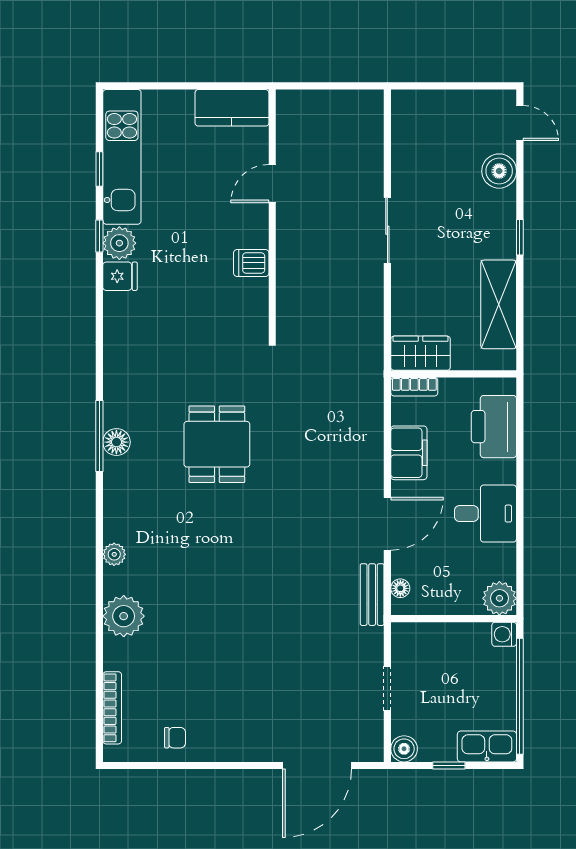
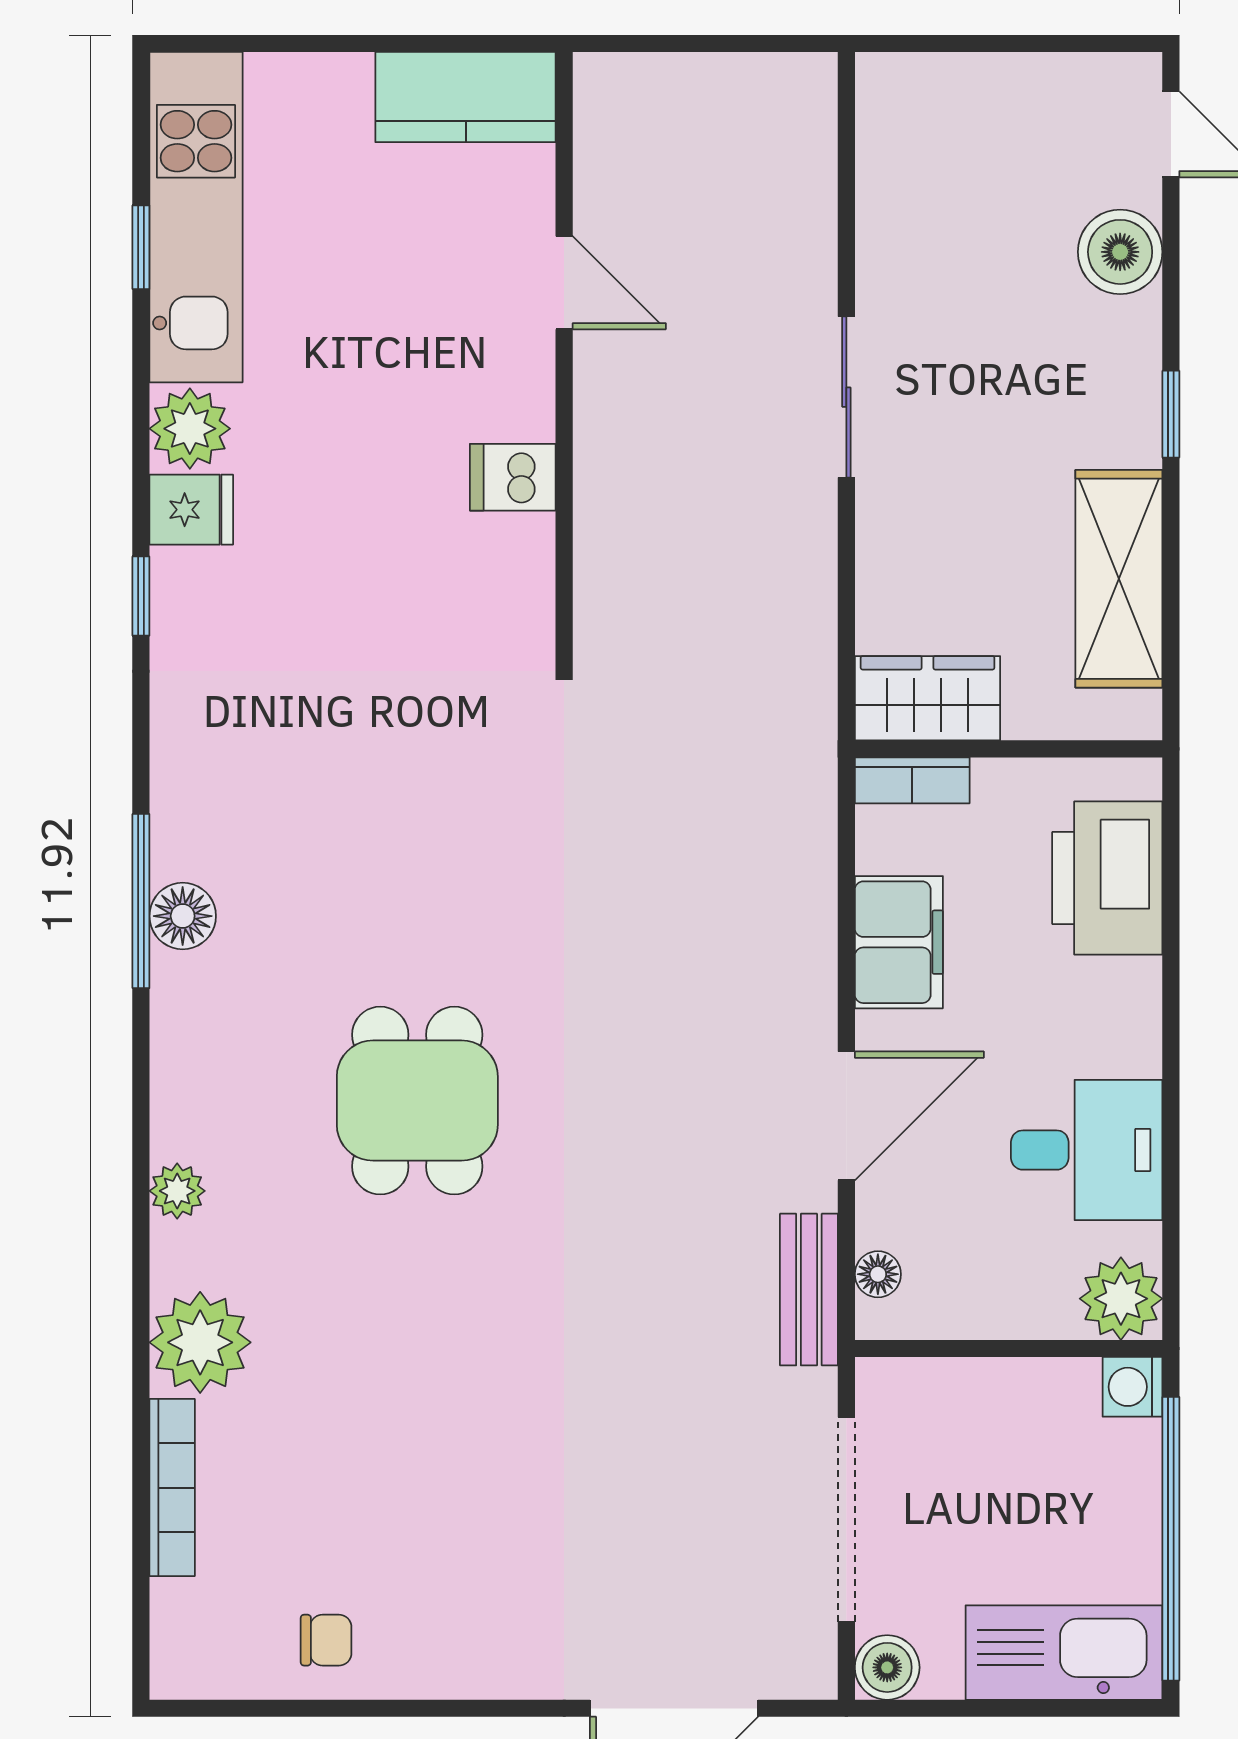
door: (272, 184) -> (564, 283), swing flipped
window: (99, 236) -> (141, 596), moved
dining table: (217, 444) -> (417, 1101), moved
desk: (485, 514) -> (1087, 1150), moved
doorway: (387, 688) -> (846, 1520), width x1.87
bookcase: (112, 708) -> (172, 1488), moved
kitchen sink: (487, 746) -> (1064, 1653), width x1.36, depth x1.24
window: (449, 765) -> (997, 1708), removed

